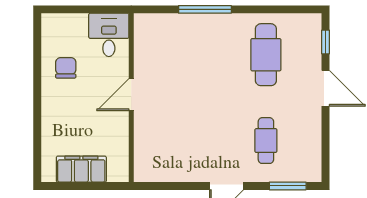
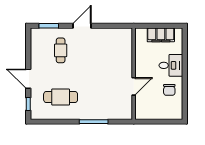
desk: (109, 35) -> (171, 65), moved, turned -90
cafe table: (266, 55) -> (61, 97), turned 90
door: (131, 95) -> (134, 86), moved

